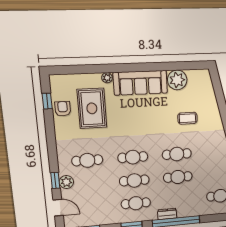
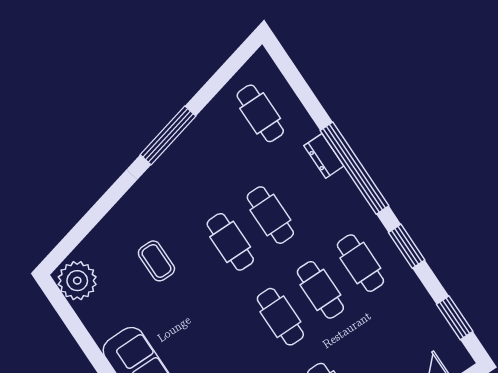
plant: (177, 80) -> (77, 281), moved
dresser: (167, 214) -> (324, 156), moved

